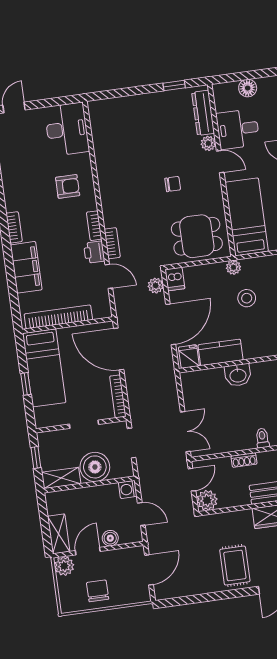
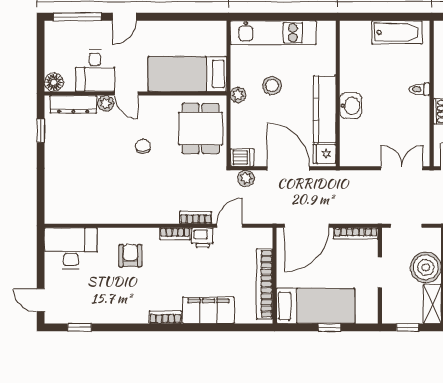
floor lamp: (248, 88) -> (54, 82), moved
door: (220, 162) -> (126, 93), swing flipped
kitchen counter: (221, 352) -> (325, 109), width x1.50

